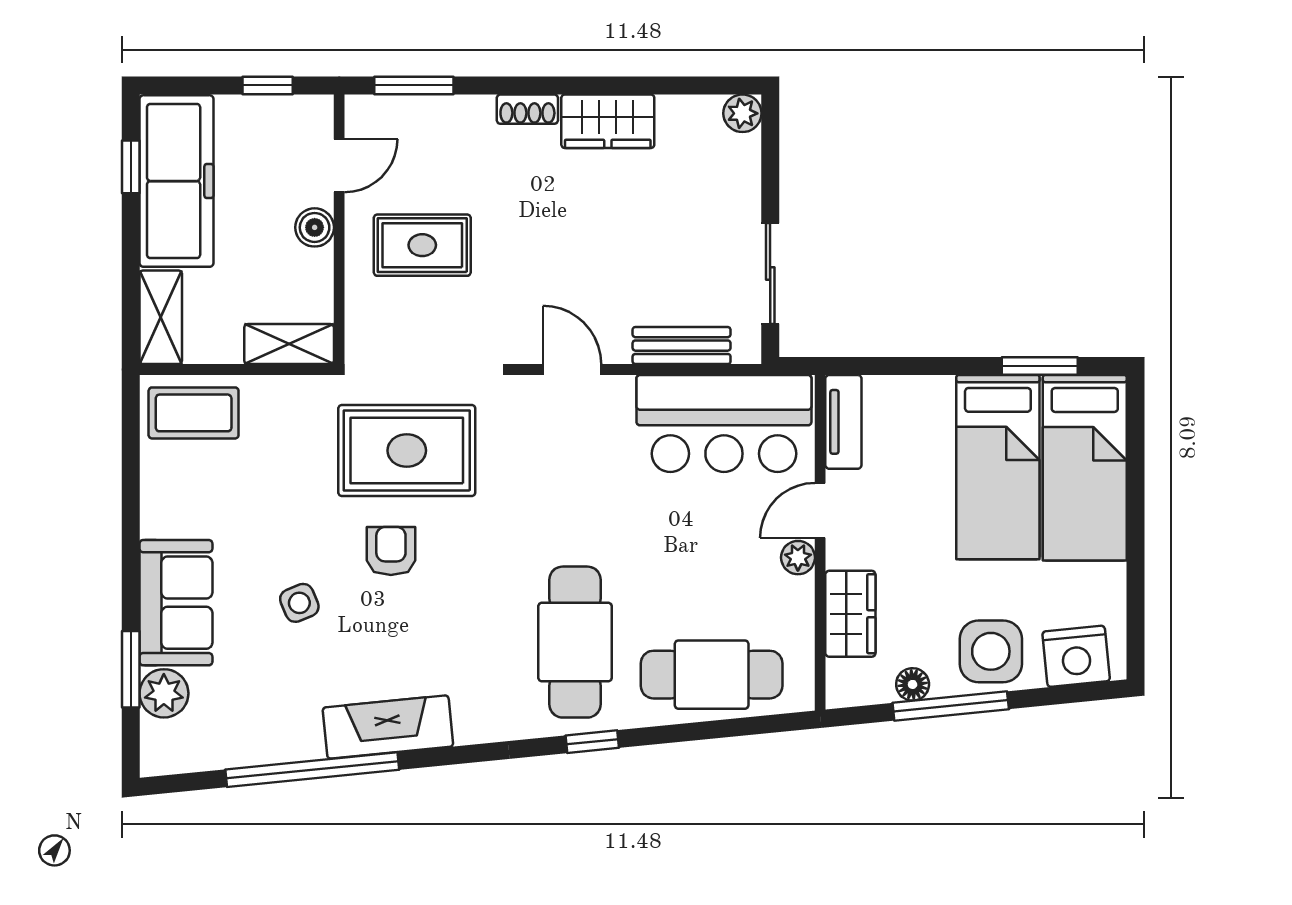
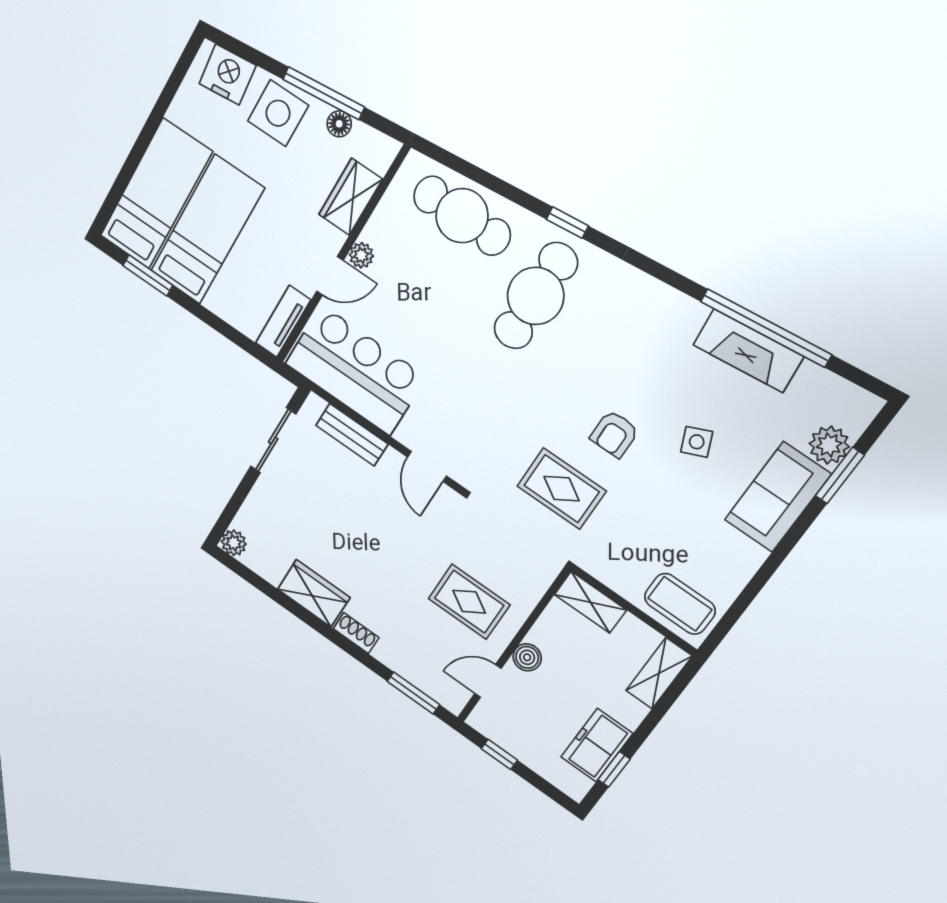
freezer: (176, 181) -> (597, 745), width x0.52, depth x0.79
rug: (407, 451) -> (562, 489), width x0.73, depth x0.70
fireplace: (388, 727) -> (748, 351), moved

